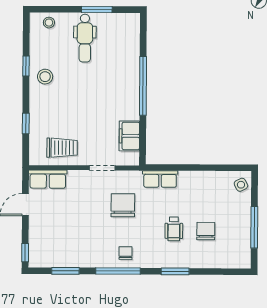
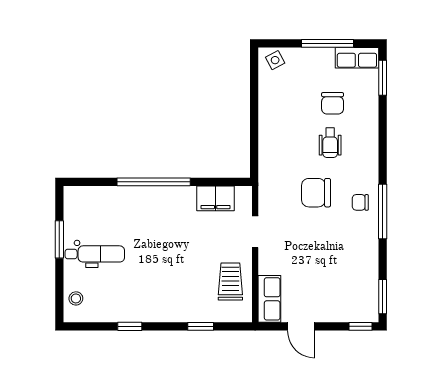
stool: (45, 77) -> (143, 303), removed
row of seats: (160, 179) -> (357, 58), moved, turned 90
chair: (123, 205) -> (316, 193), moved
wheelchair: (174, 229) -> (330, 143), turned 90
chair: (206, 231) -> (333, 103), turned -90
window: (65, 271) -> (383, 297), moved
window: (175, 271) -> (383, 78), moved

